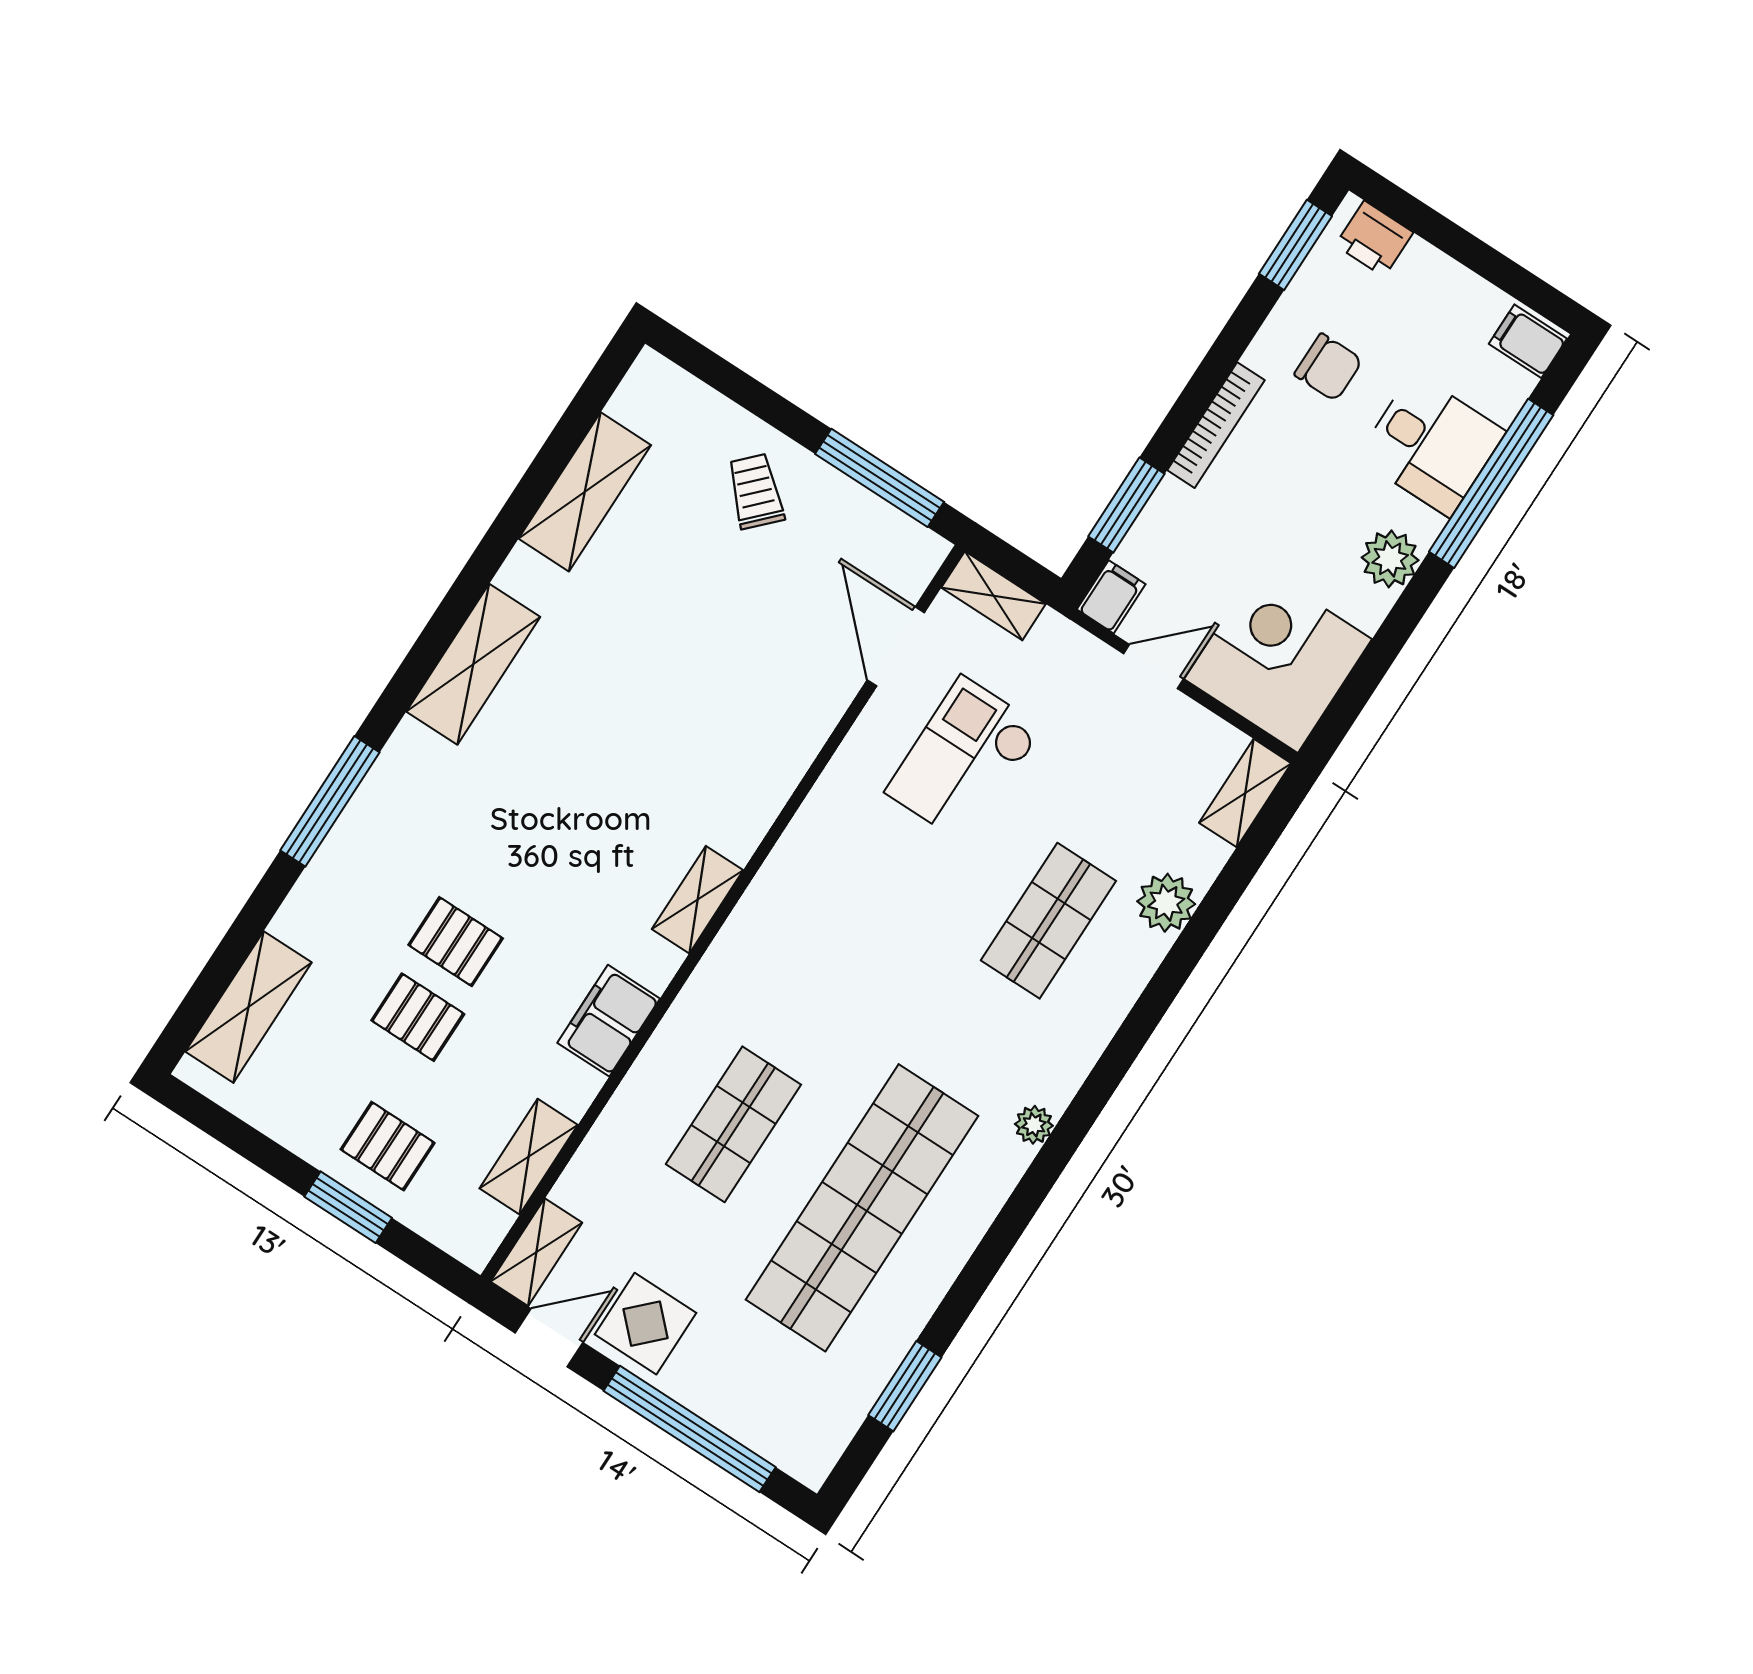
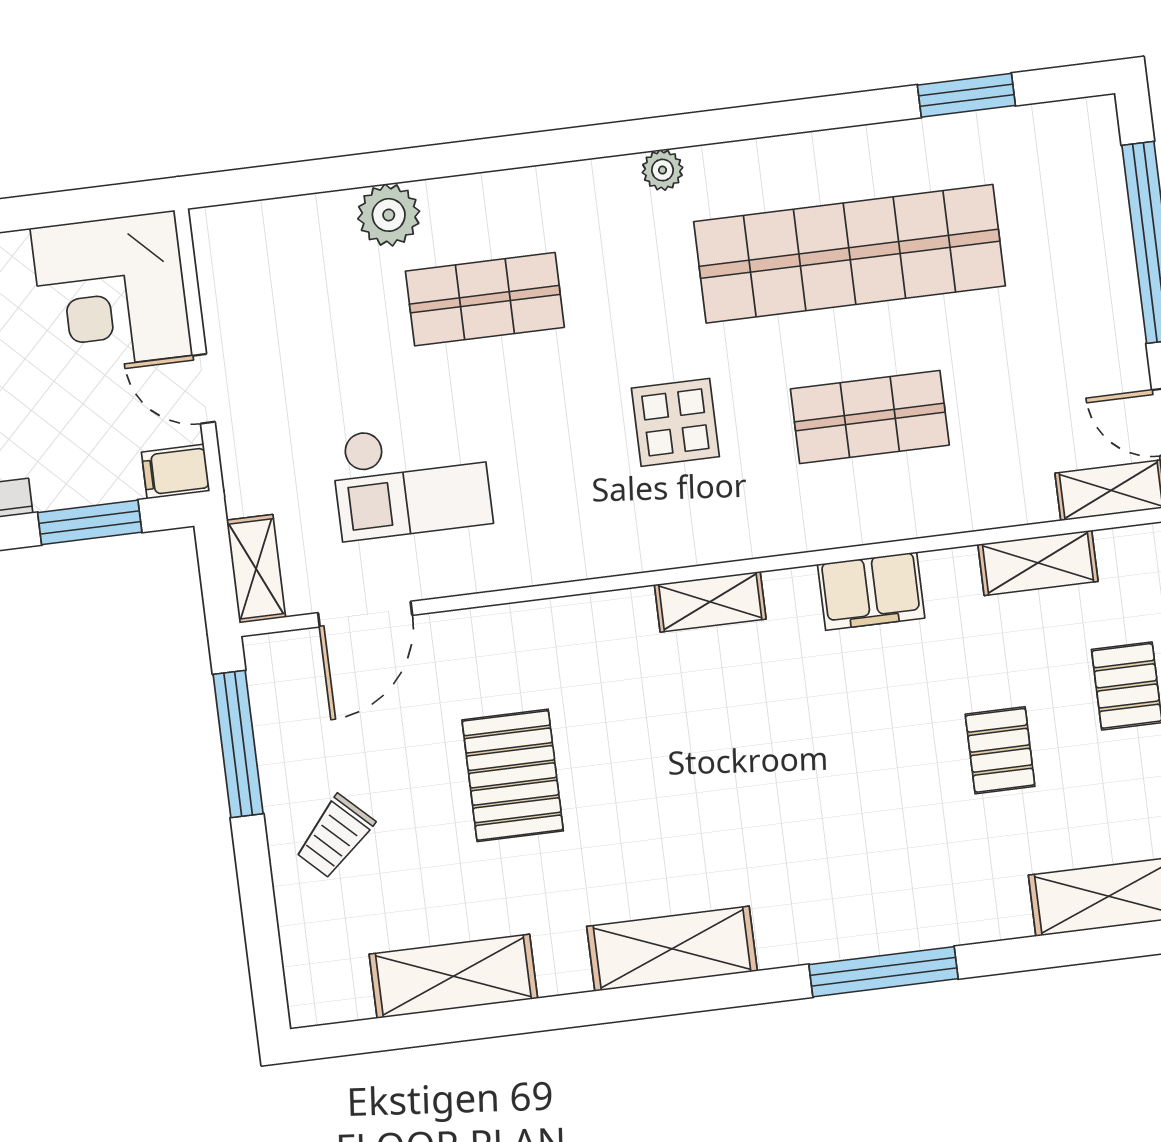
shelving: (1245, 793) -> (244, 226), removed
pallet: (456, 942) -> (513, 775), moved, width x1.50, depth x1.42
display table: (645, 1324) -> (675, 422), moved

